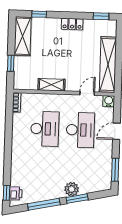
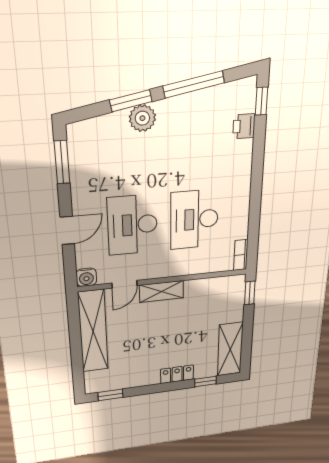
locker: (72, 24) -> (177, 374), moved
window: (11, 63) -> (250, 293), moved
shelving: (51, 85) -> (162, 291), moved
printer: (16, 193) -> (244, 126), moved

